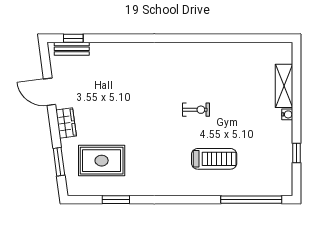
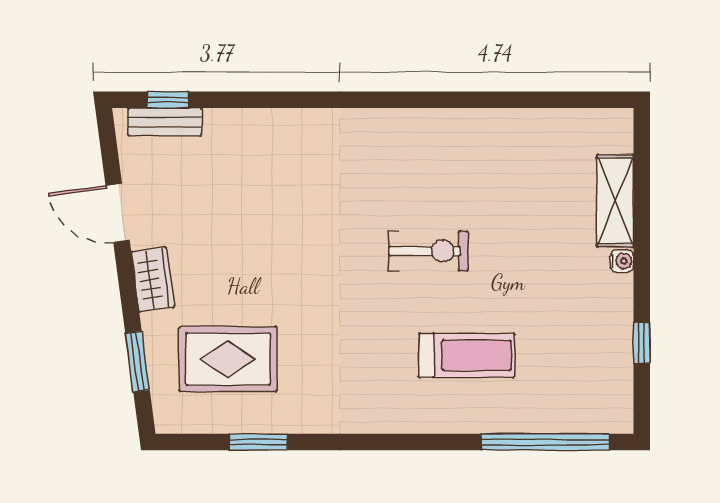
exercise bike: (196, 110) -> (428, 251), width x1.38, depth x1.39

